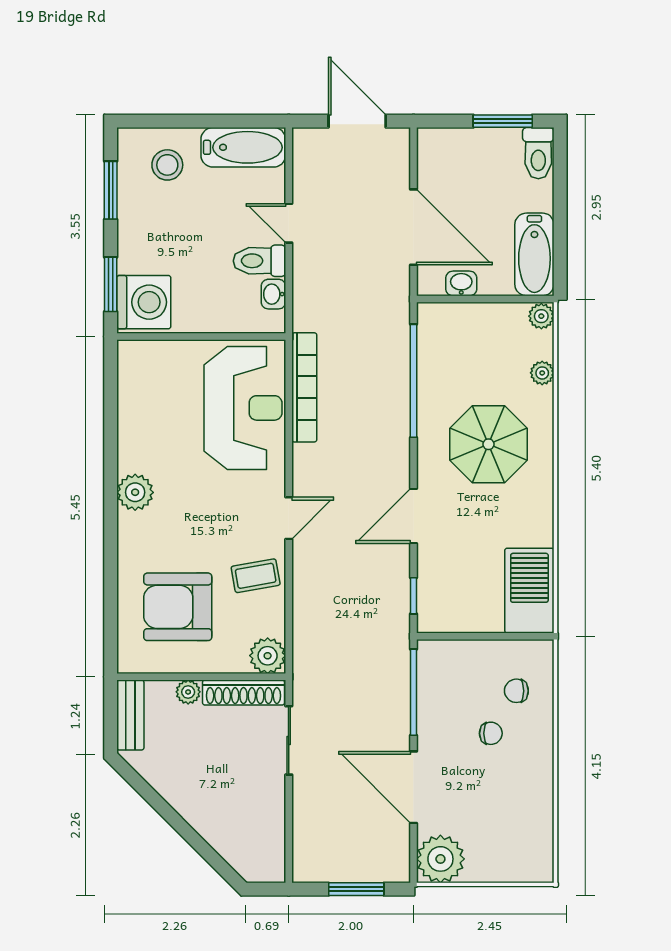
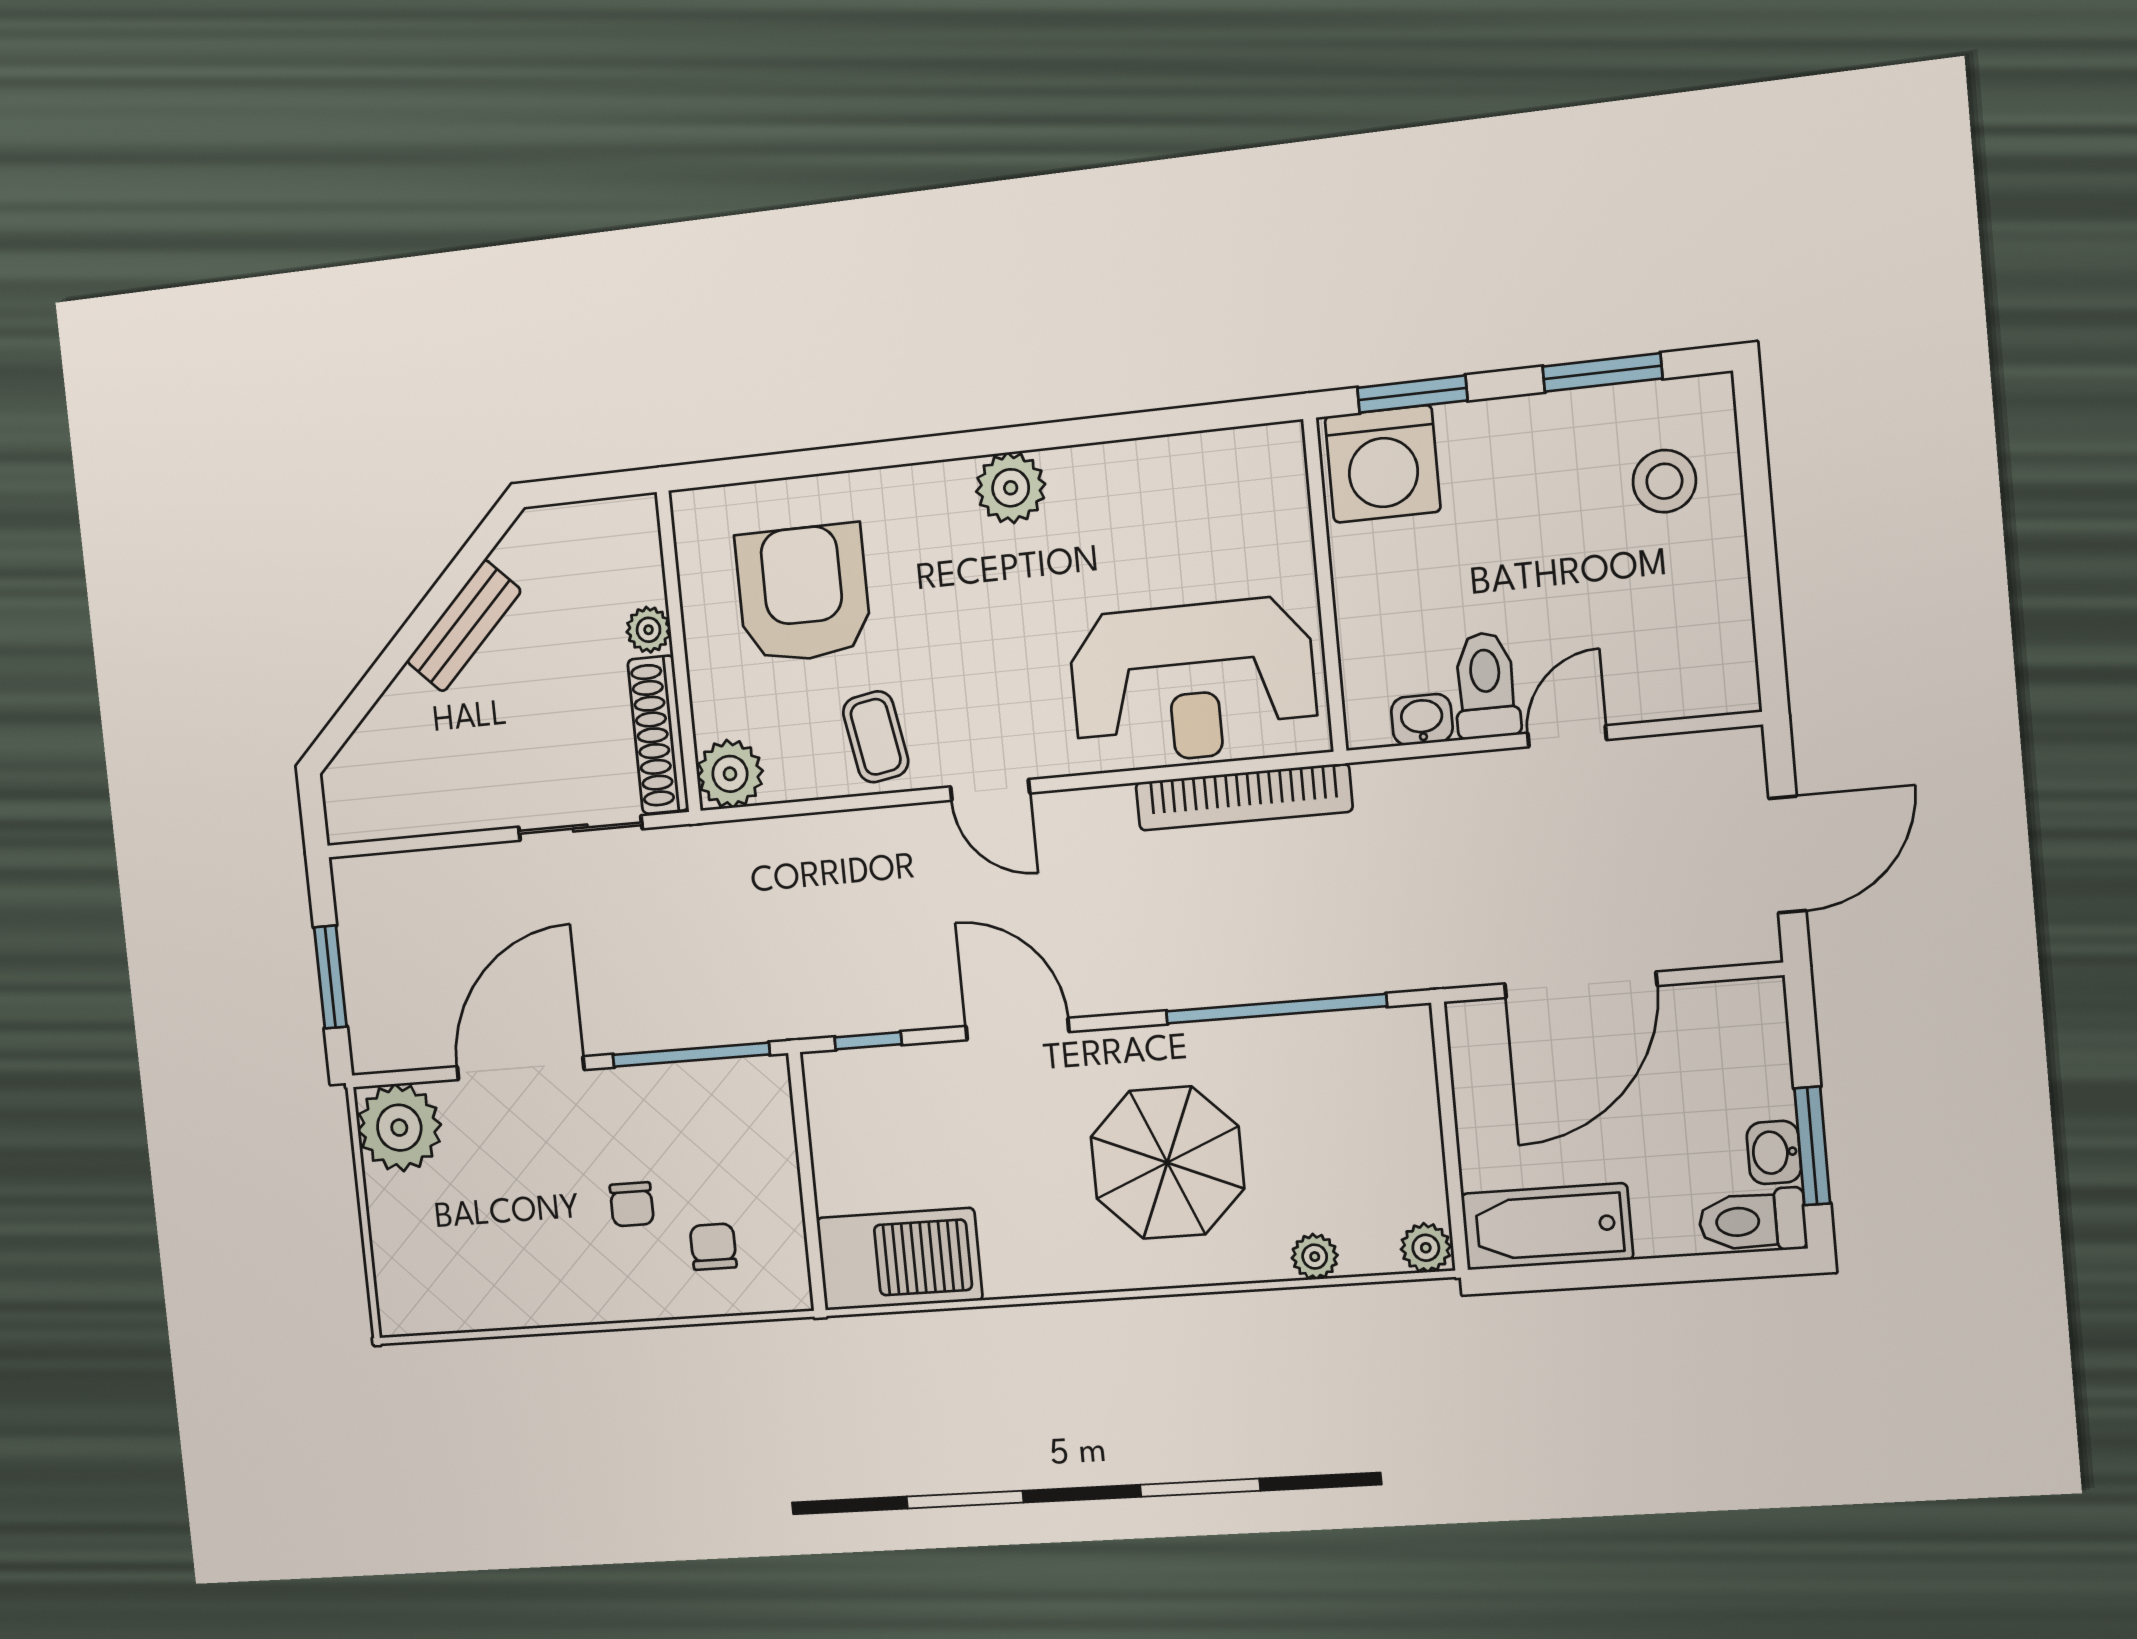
bathtub: (243, 147) -> (1714, 631), removed
washbasin: (461, 283) -> (1774, 1152), moved, turned 180
bench: (130, 715) -> (464, 626), moved, turned -45

